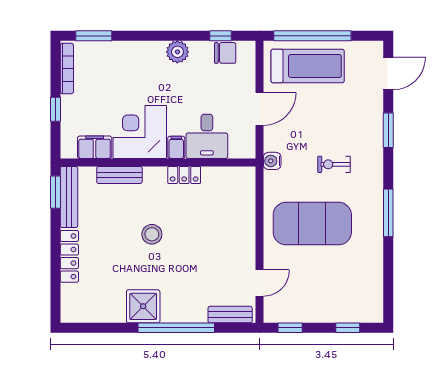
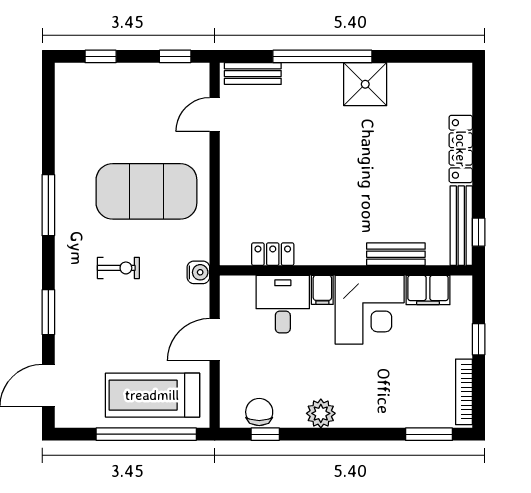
chair: (225, 53) -> (259, 412), turned 90
locker: (184, 175) -> (273, 254), moved
window: (56, 192) -> (479, 232), width x0.67
stool: (152, 234) -> (354, 177), removed

